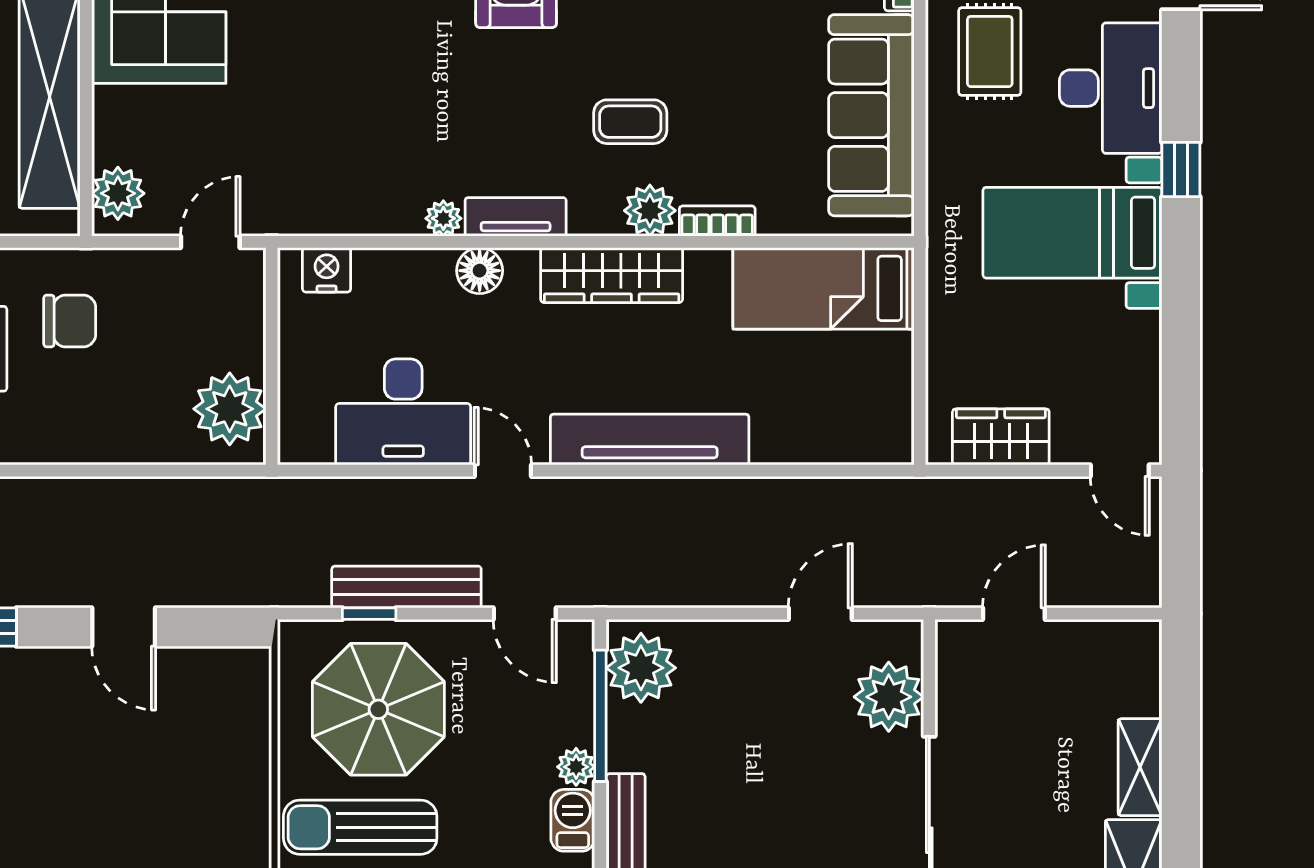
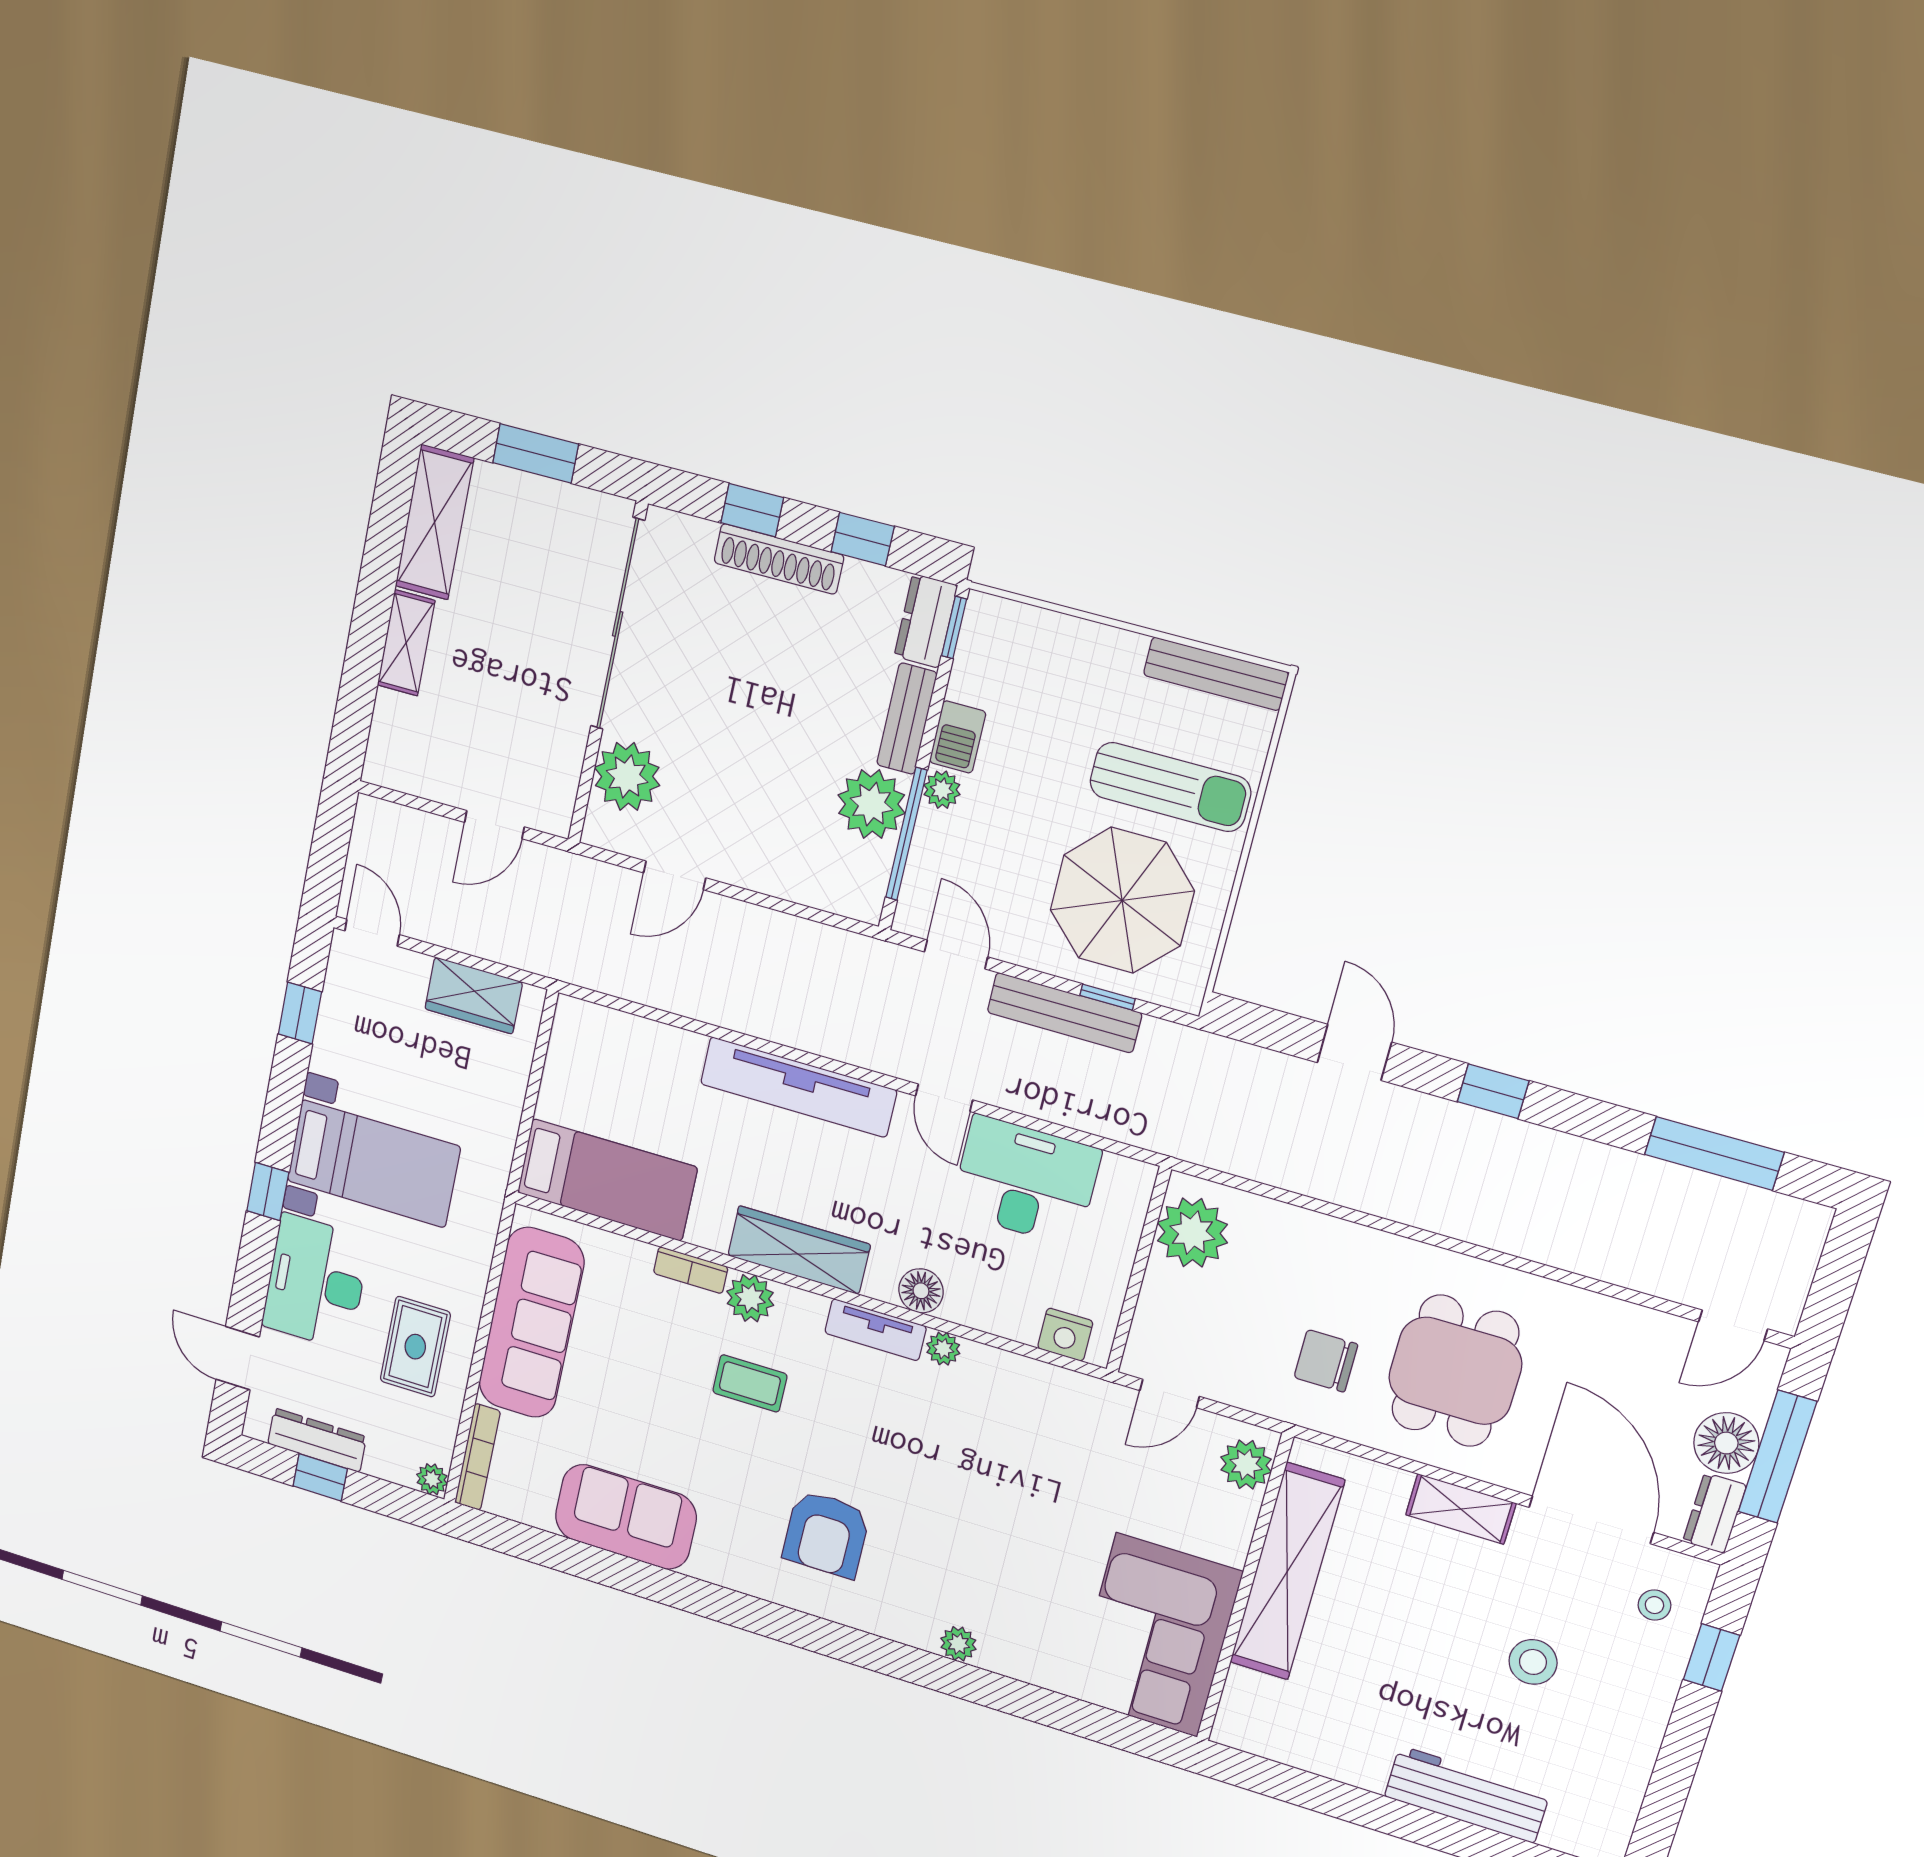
window: (1181, 367) -> (300, 1013), added
plant: (641, 668) -> (872, 804), moved

